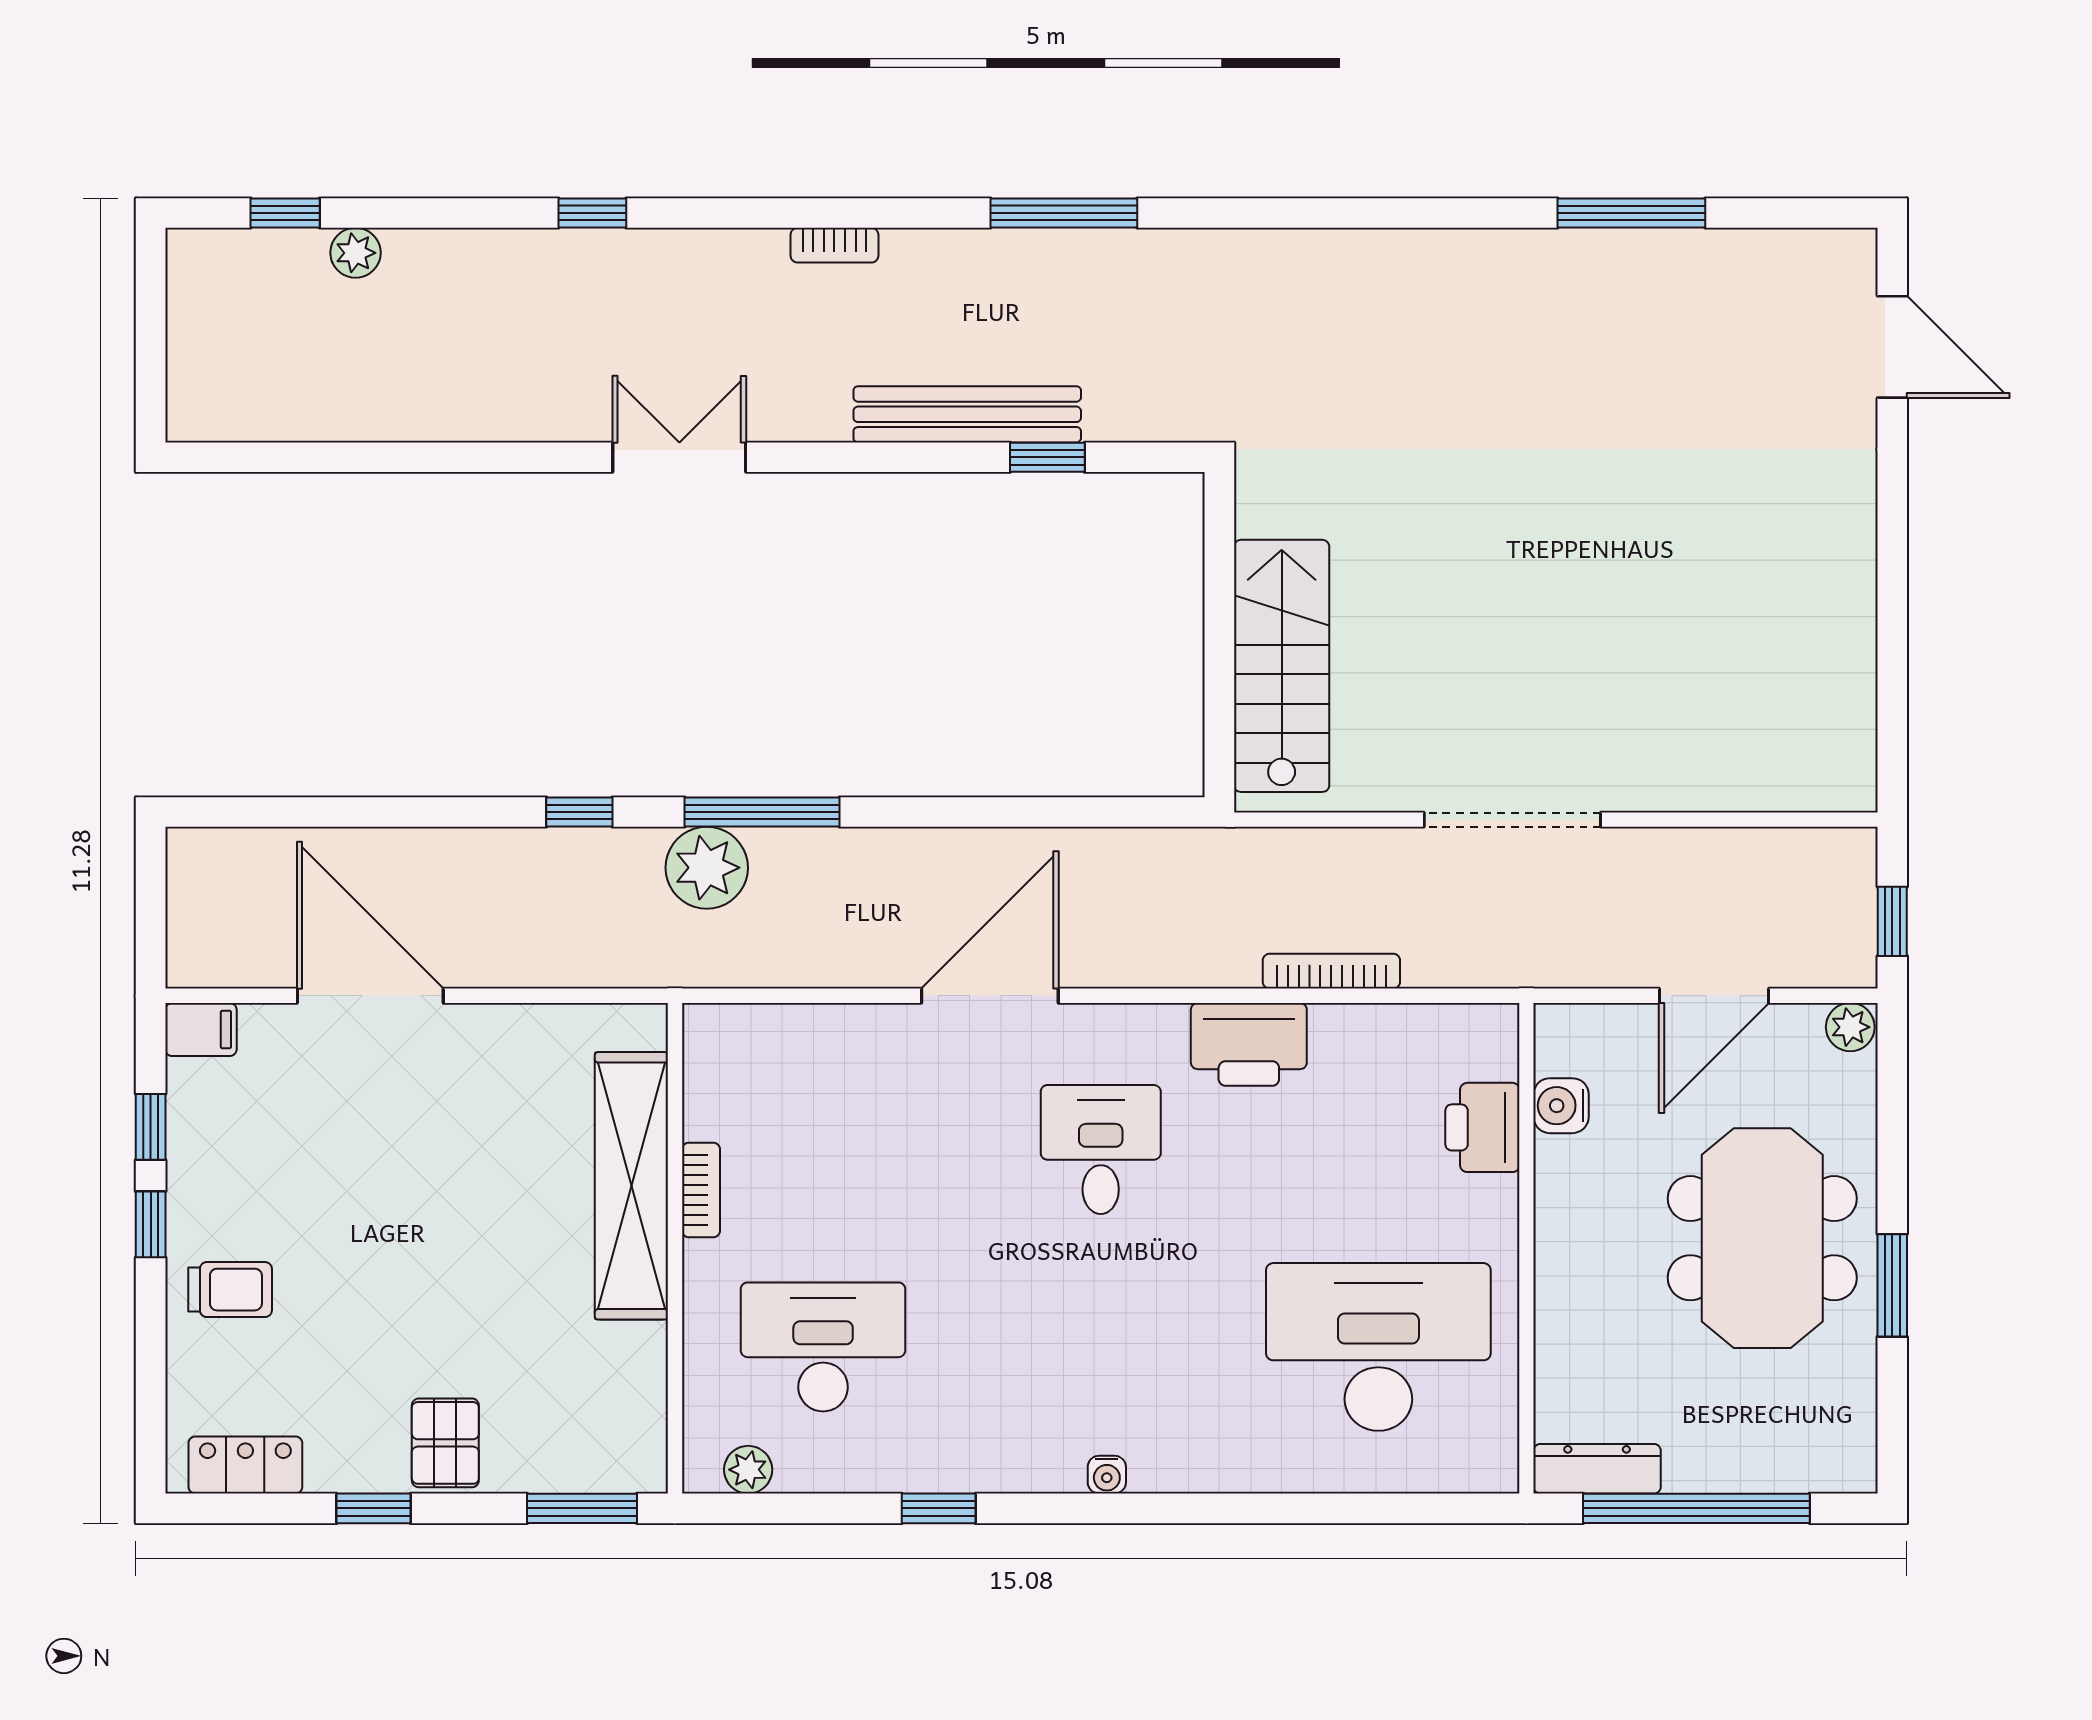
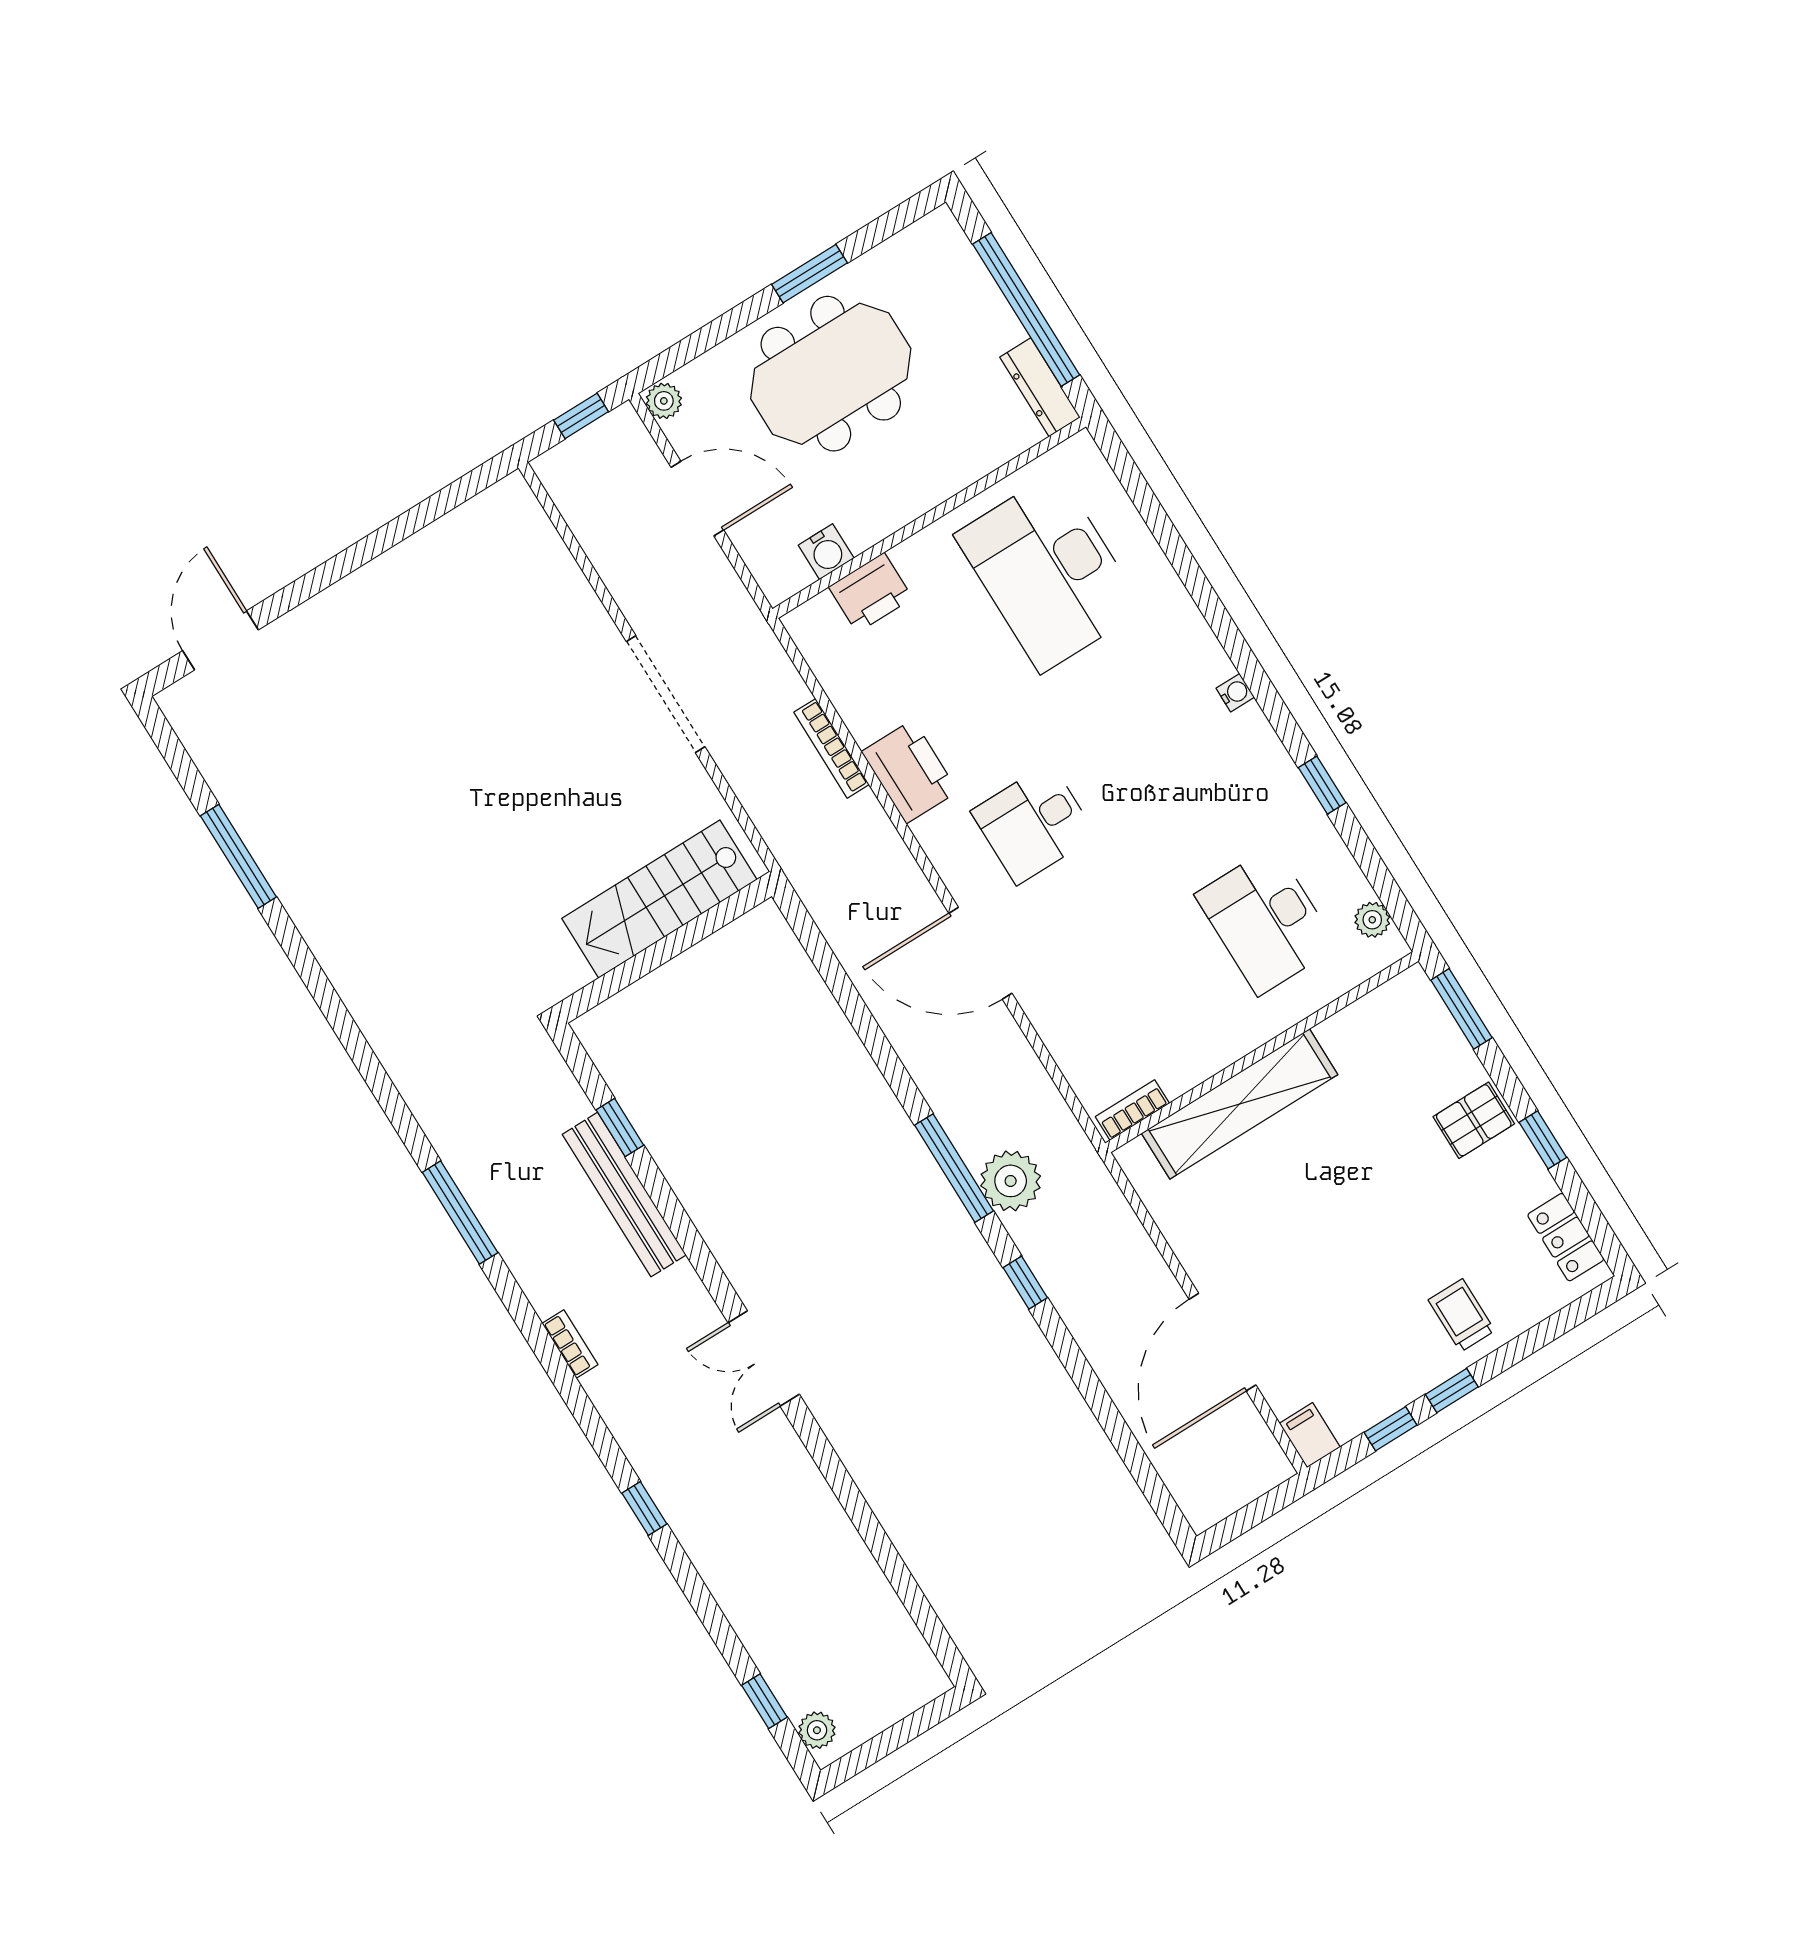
plant: (356, 253) -> (817, 1730), moved
bookcase: (701, 1190) -> (1132, 1110), moved

